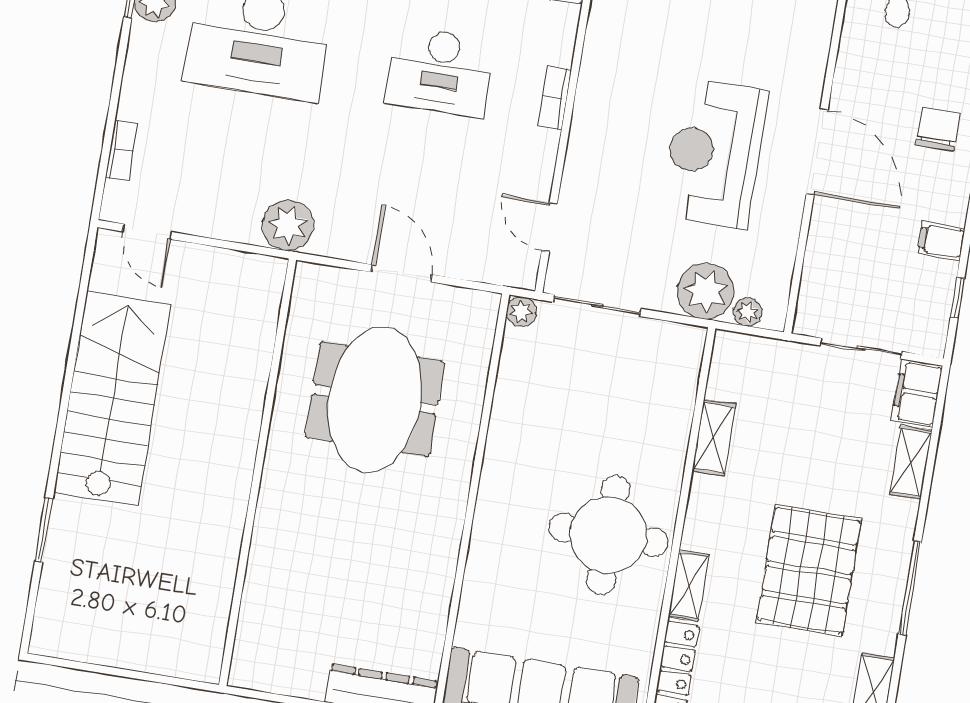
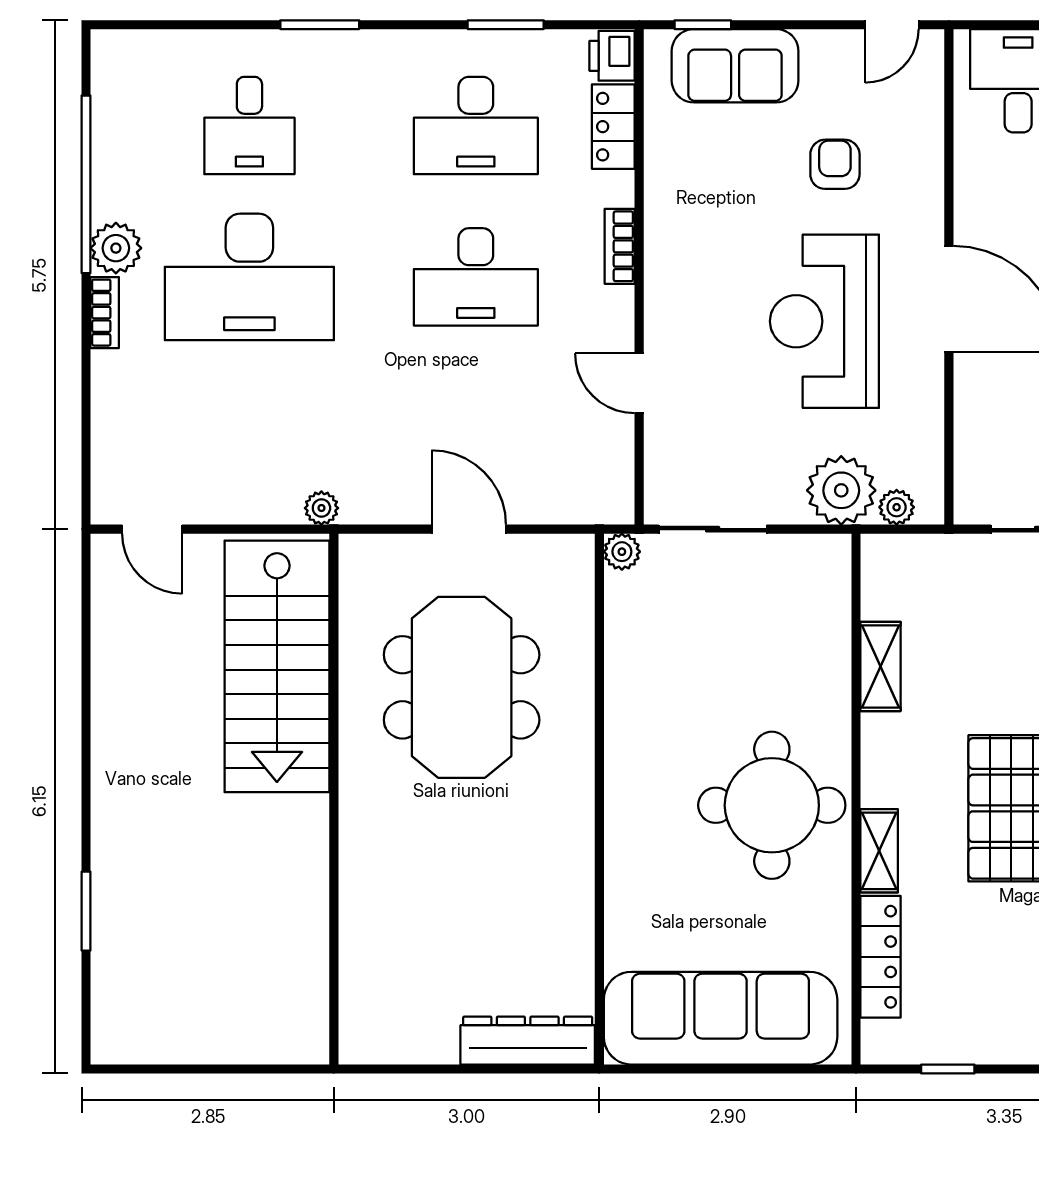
armchair: (743, 29) -> (835, 164), added
bookcase: (555, 98) -> (620, 246), moved
bookcase: (121, 150) -> (105, 313), moved
plant: (288, 225) -> (321, 508), width x0.53, depth x0.53
door: (549, 227) -> (639, 383), moved
stairs: (112, 398) -> (277, 666), moved, turned 180

